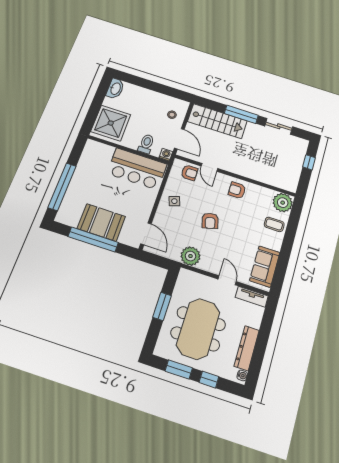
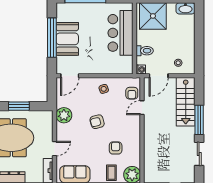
bar counter: (137, 169) -> (121, 33), moved
armchair: (237, 190) -> (116, 148), moved

